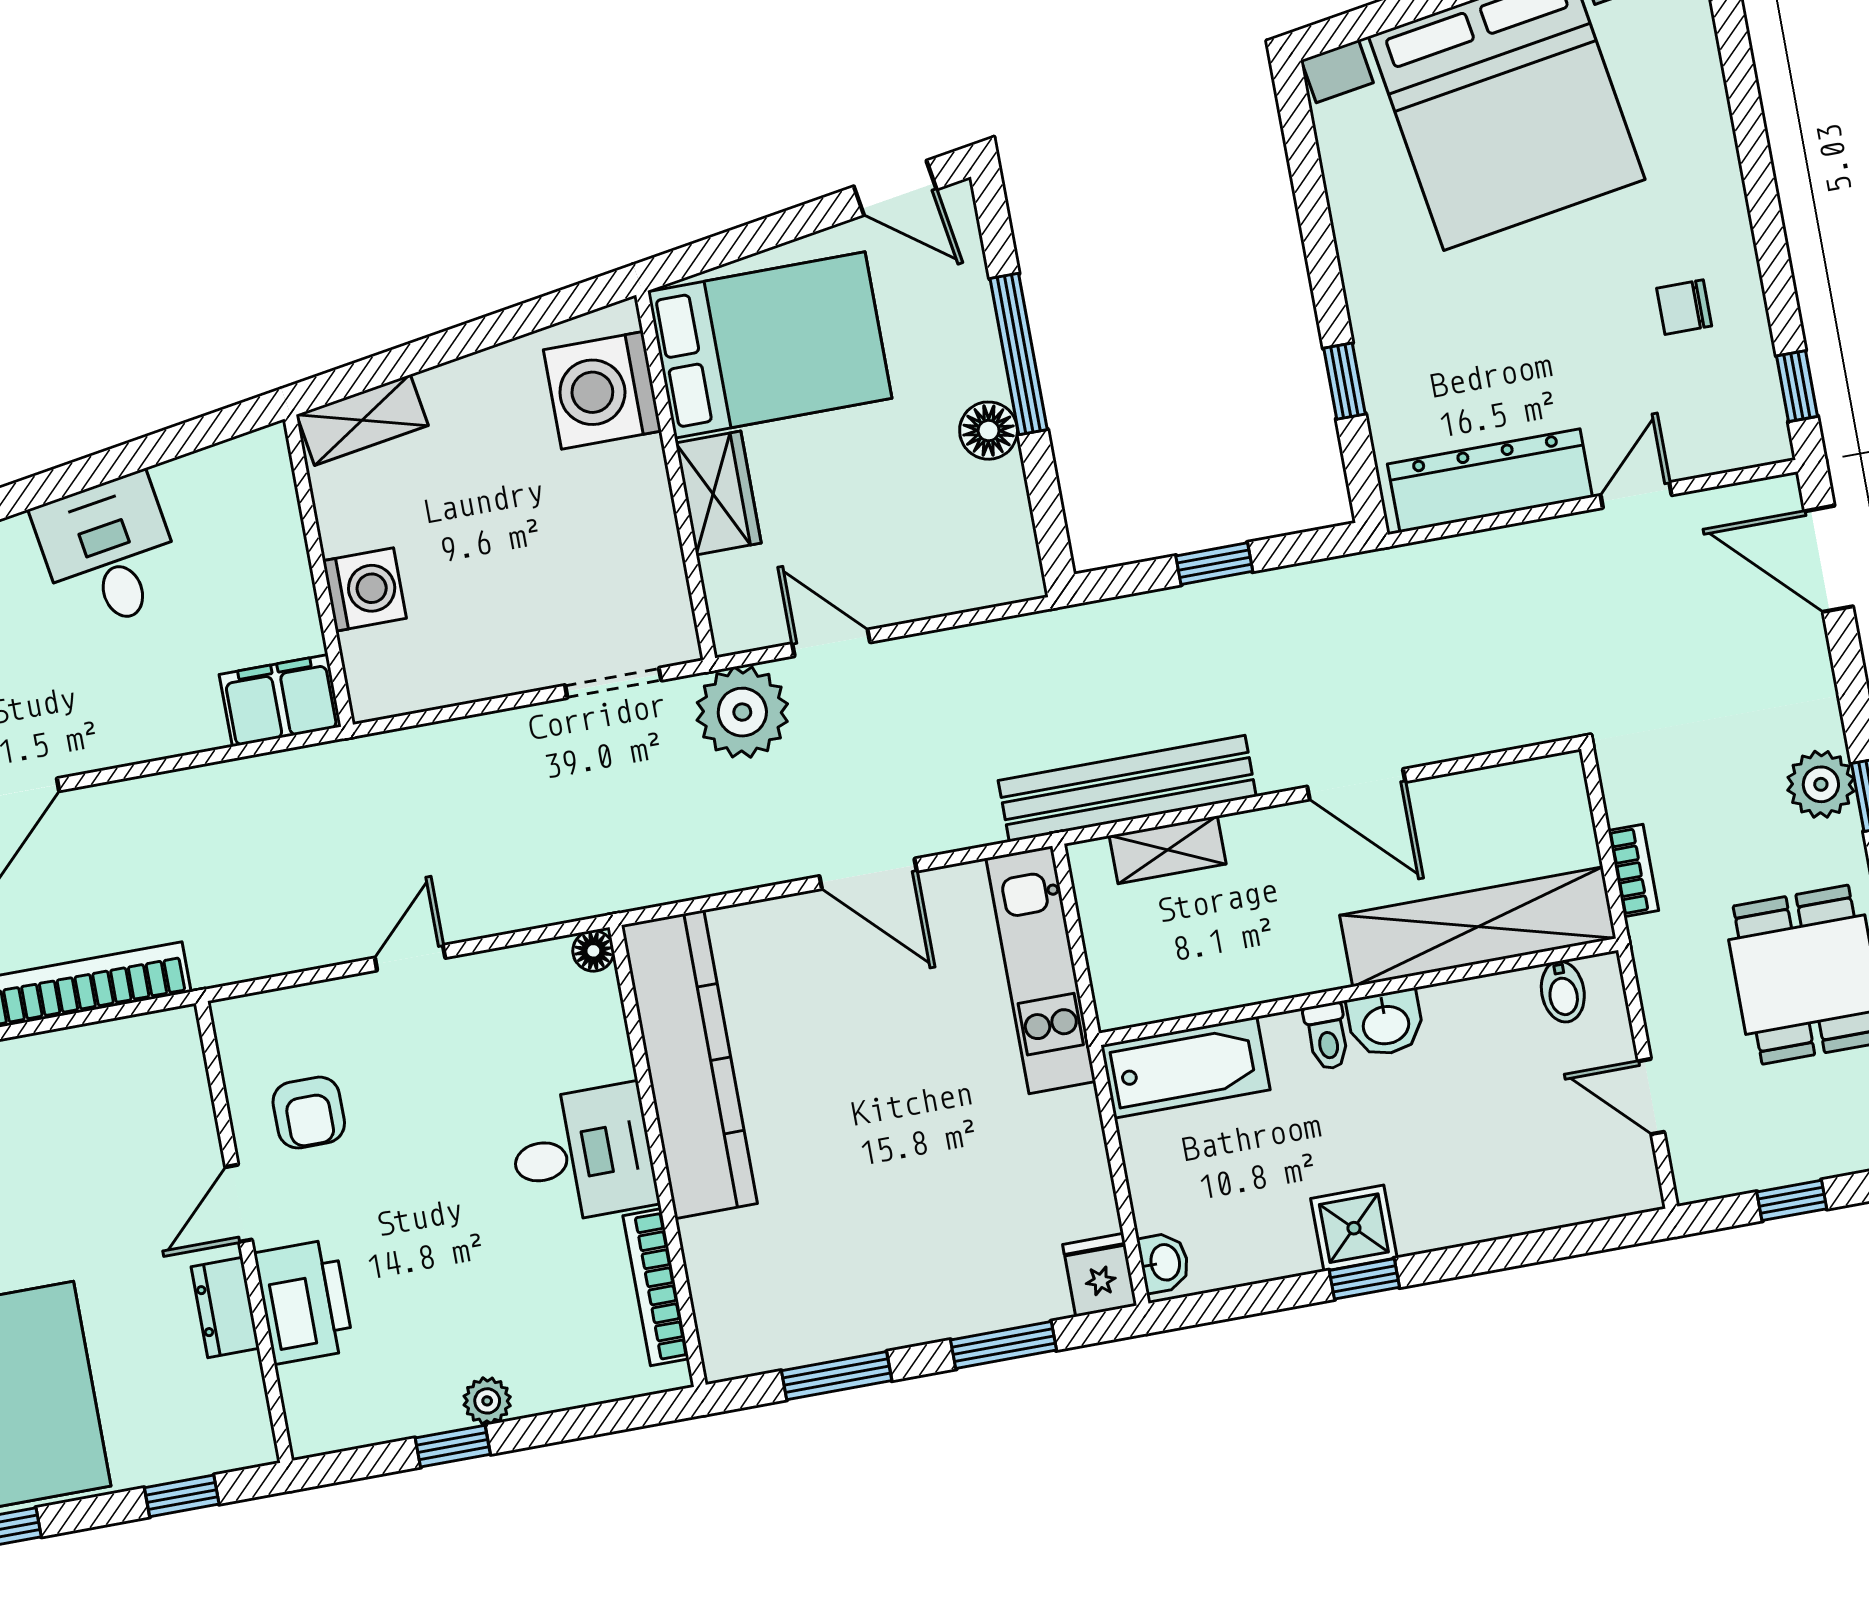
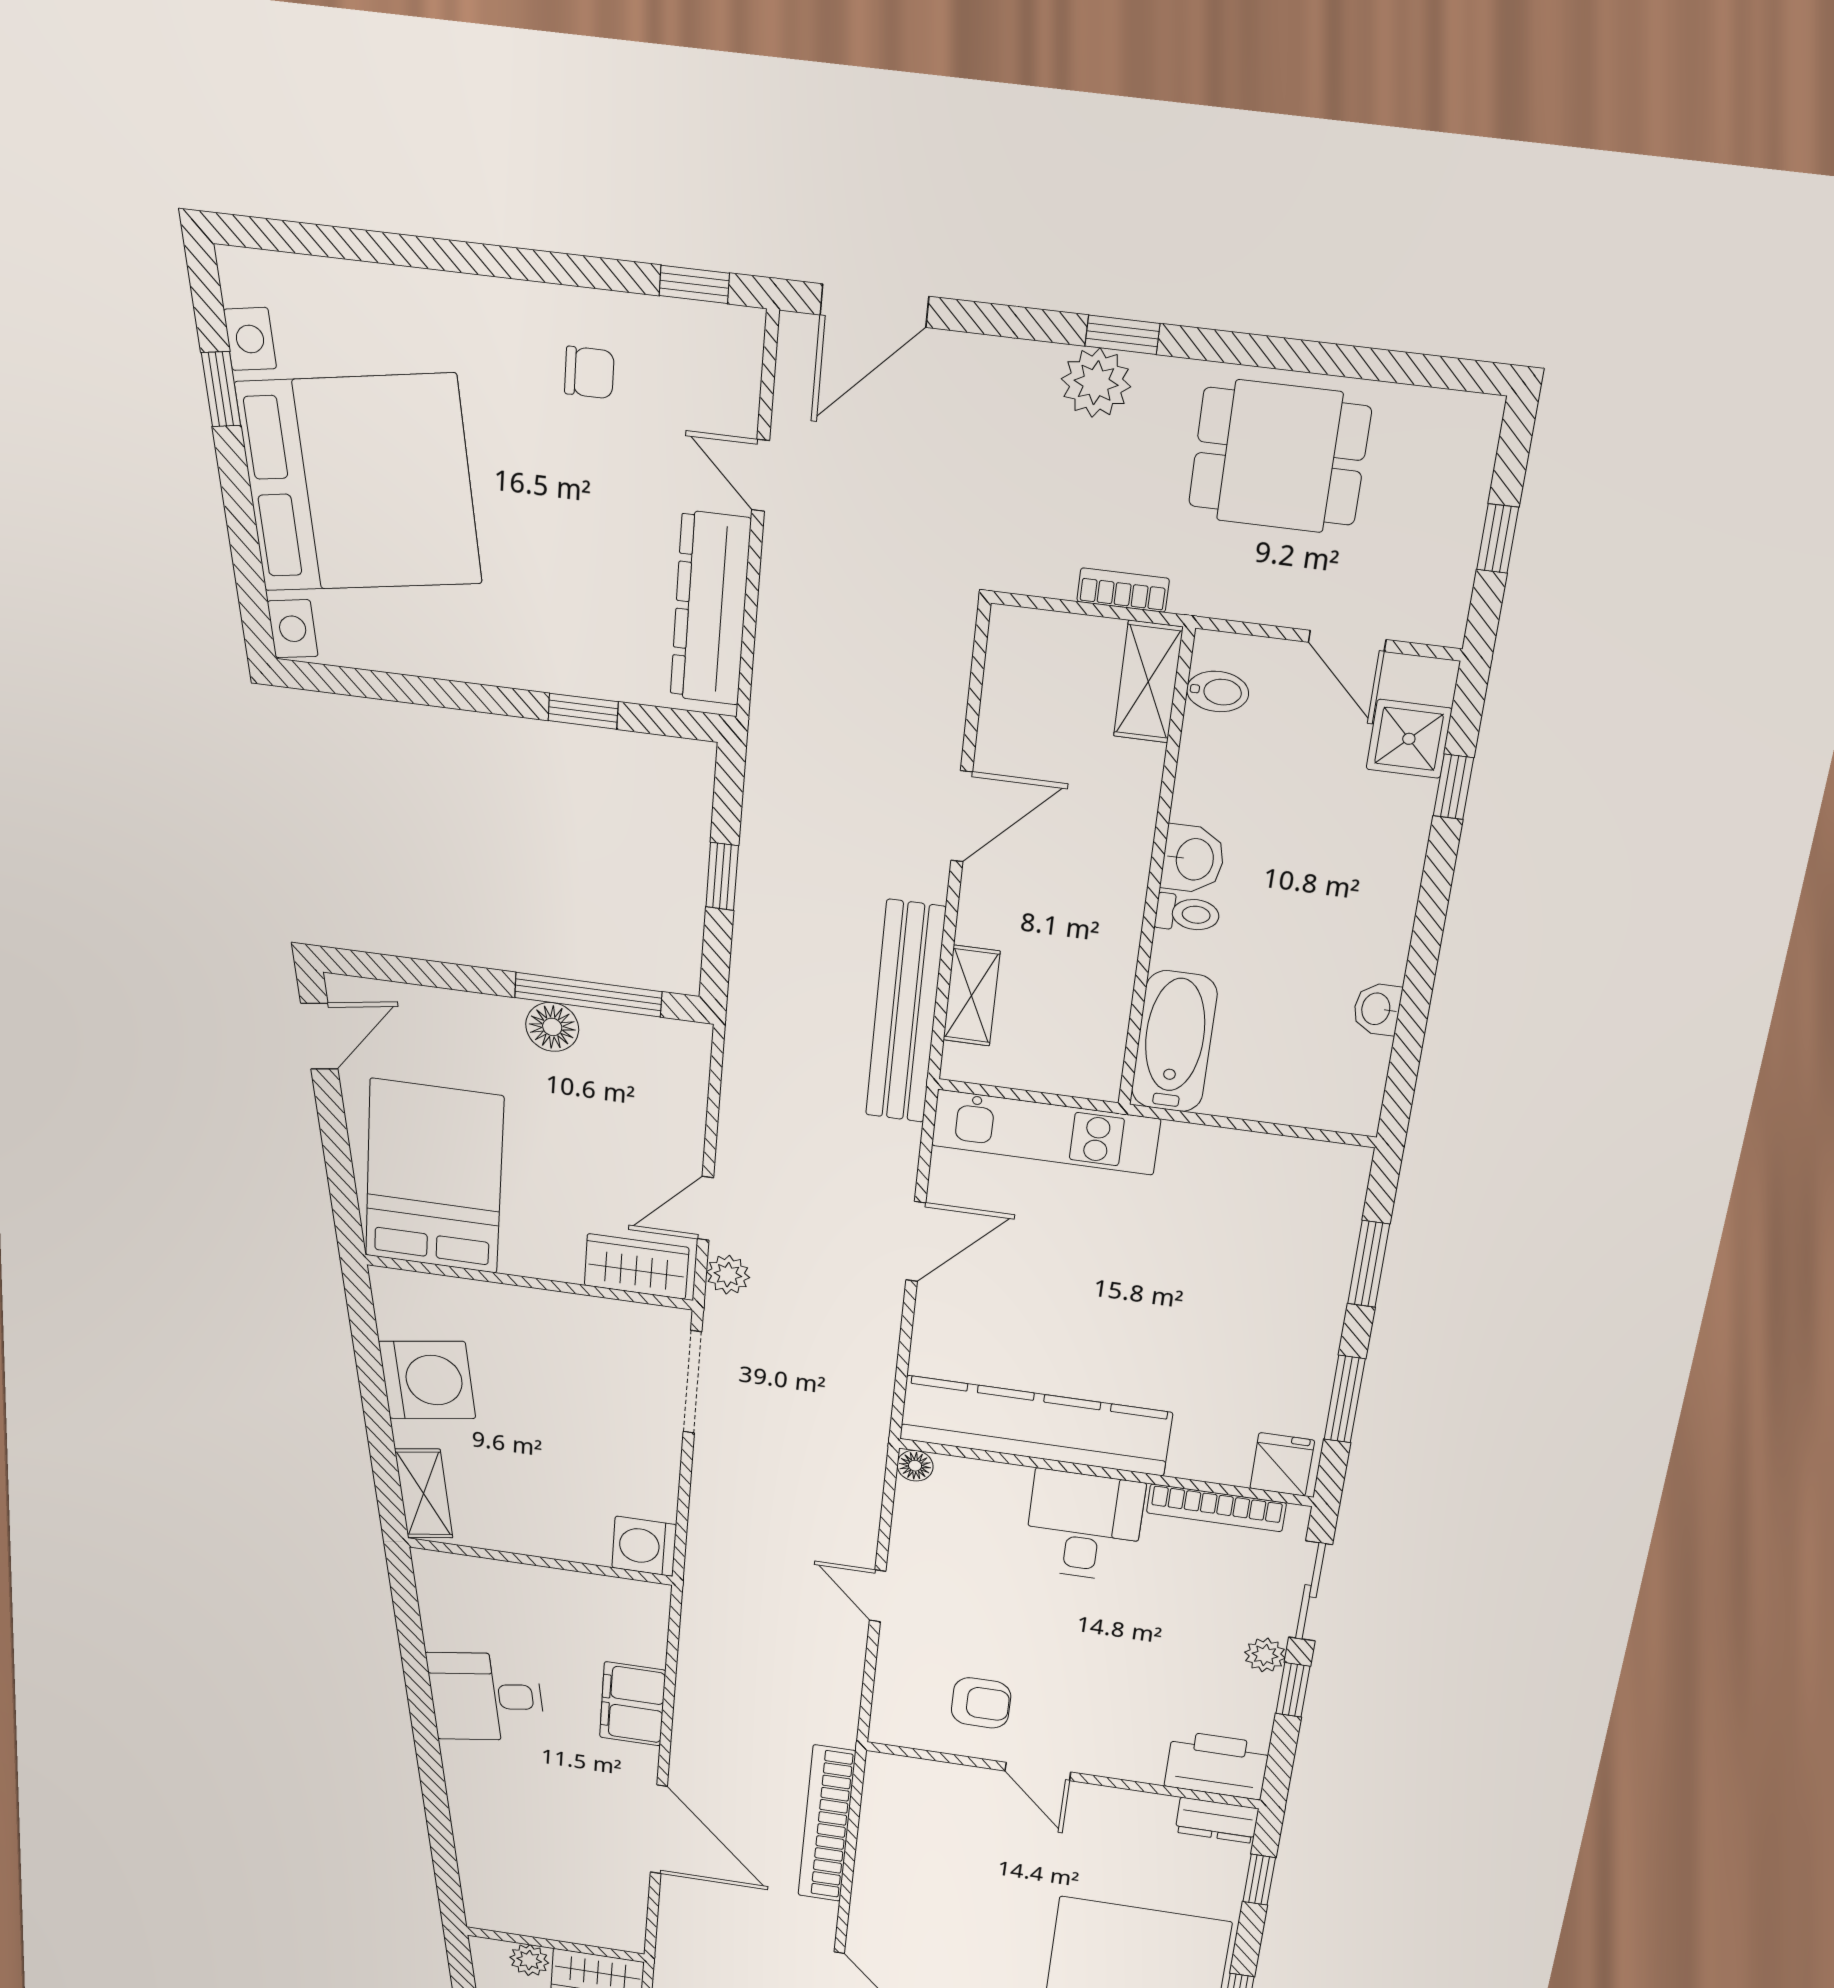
chair: (1684, 307) -> (589, 373), turned -90
window: (1019, 354) -> (588, 995), moved
washing machine: (602, 390) -> (427, 1380), moved, turned -99
wardrobe: (718, 493) -> (636, 1266), moved
washing machine: (365, 590) -> (644, 1546), moved, turned -90
doorway: (613, 683) -> (692, 1382), width x1.38
filing cabinet: (280, 701) -> (633, 1704), moved
plant: (742, 712) -> (728, 1275), width x0.53, depth x0.53
shelving: (1478, 927) -> (1148, 682), width x0.45, depth x0.75
door: (1651, 1097) -> (1347, 641), hinge flipped
shower: (1354, 1228) -> (1409, 739), moved
washbasin: (1164, 1263) -> (1377, 1009), moved, turned -90
fridge: (1100, 1275) -> (1282, 1464), moved, turned 90
window: (1364, 1279) -> (1453, 787), moved
printer: (304, 1301) -> (1217, 1765), moved
dresser: (225, 1307) -> (1217, 1820), moved
sliding door: (587, 1421) -> (1310, 1591), added

